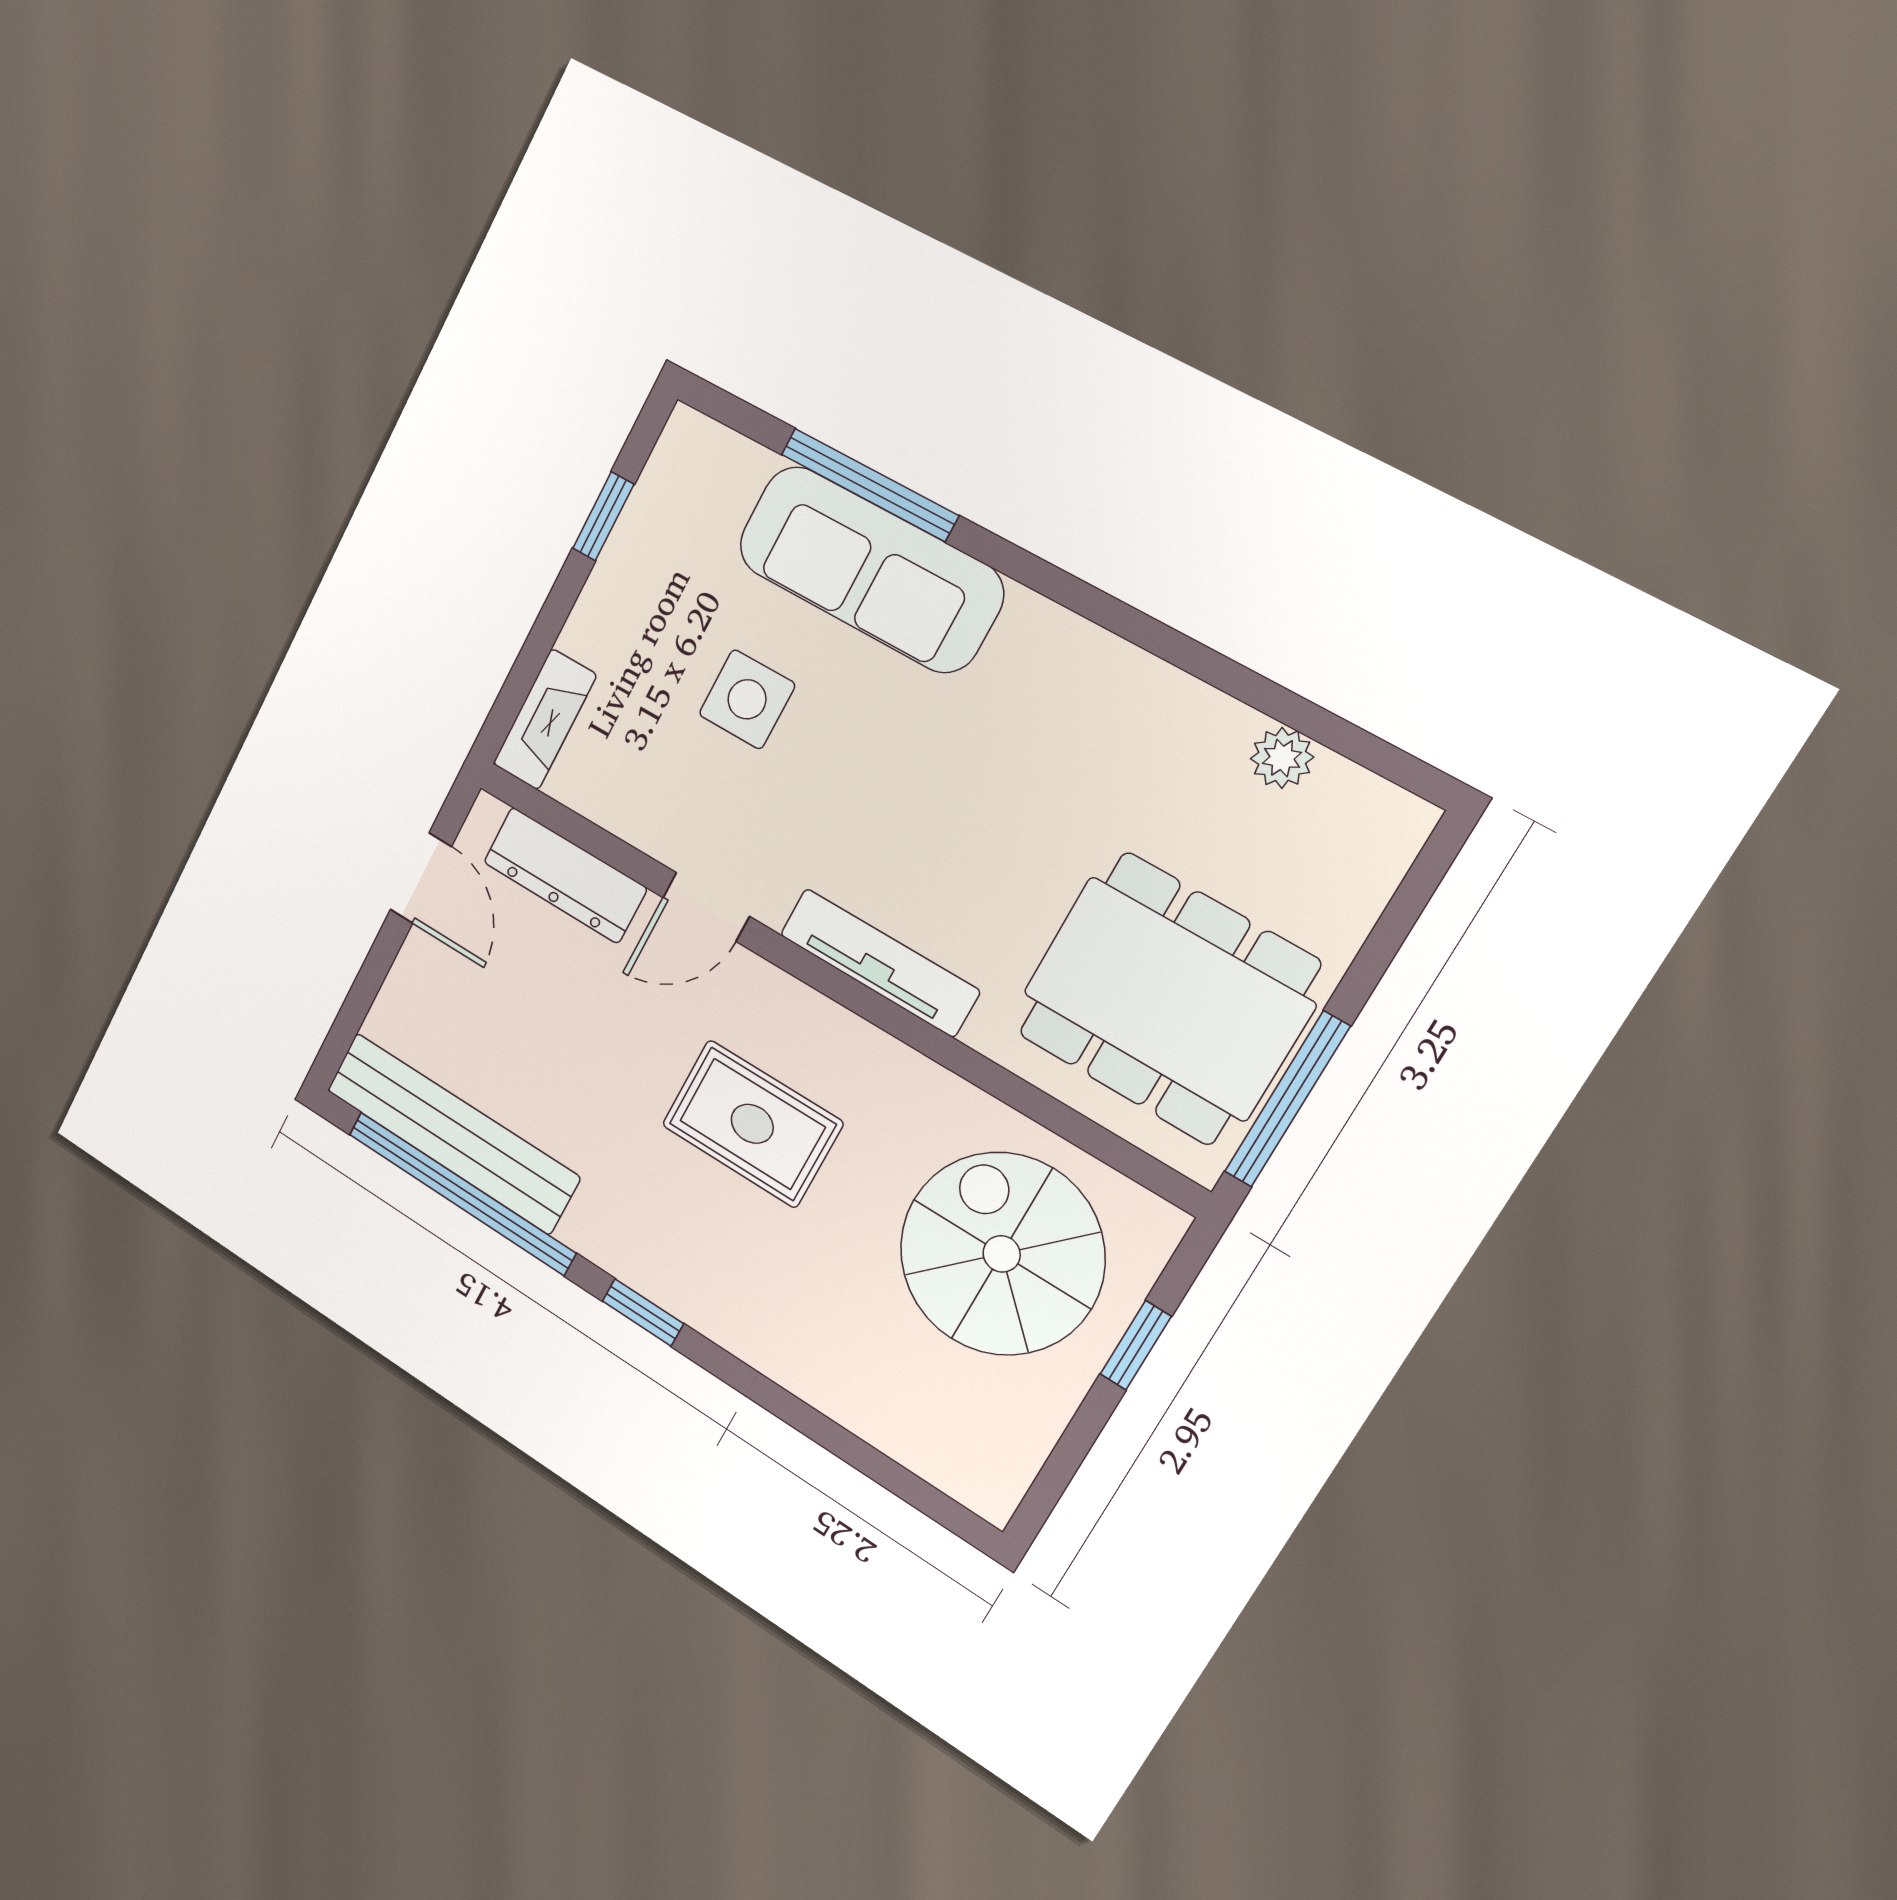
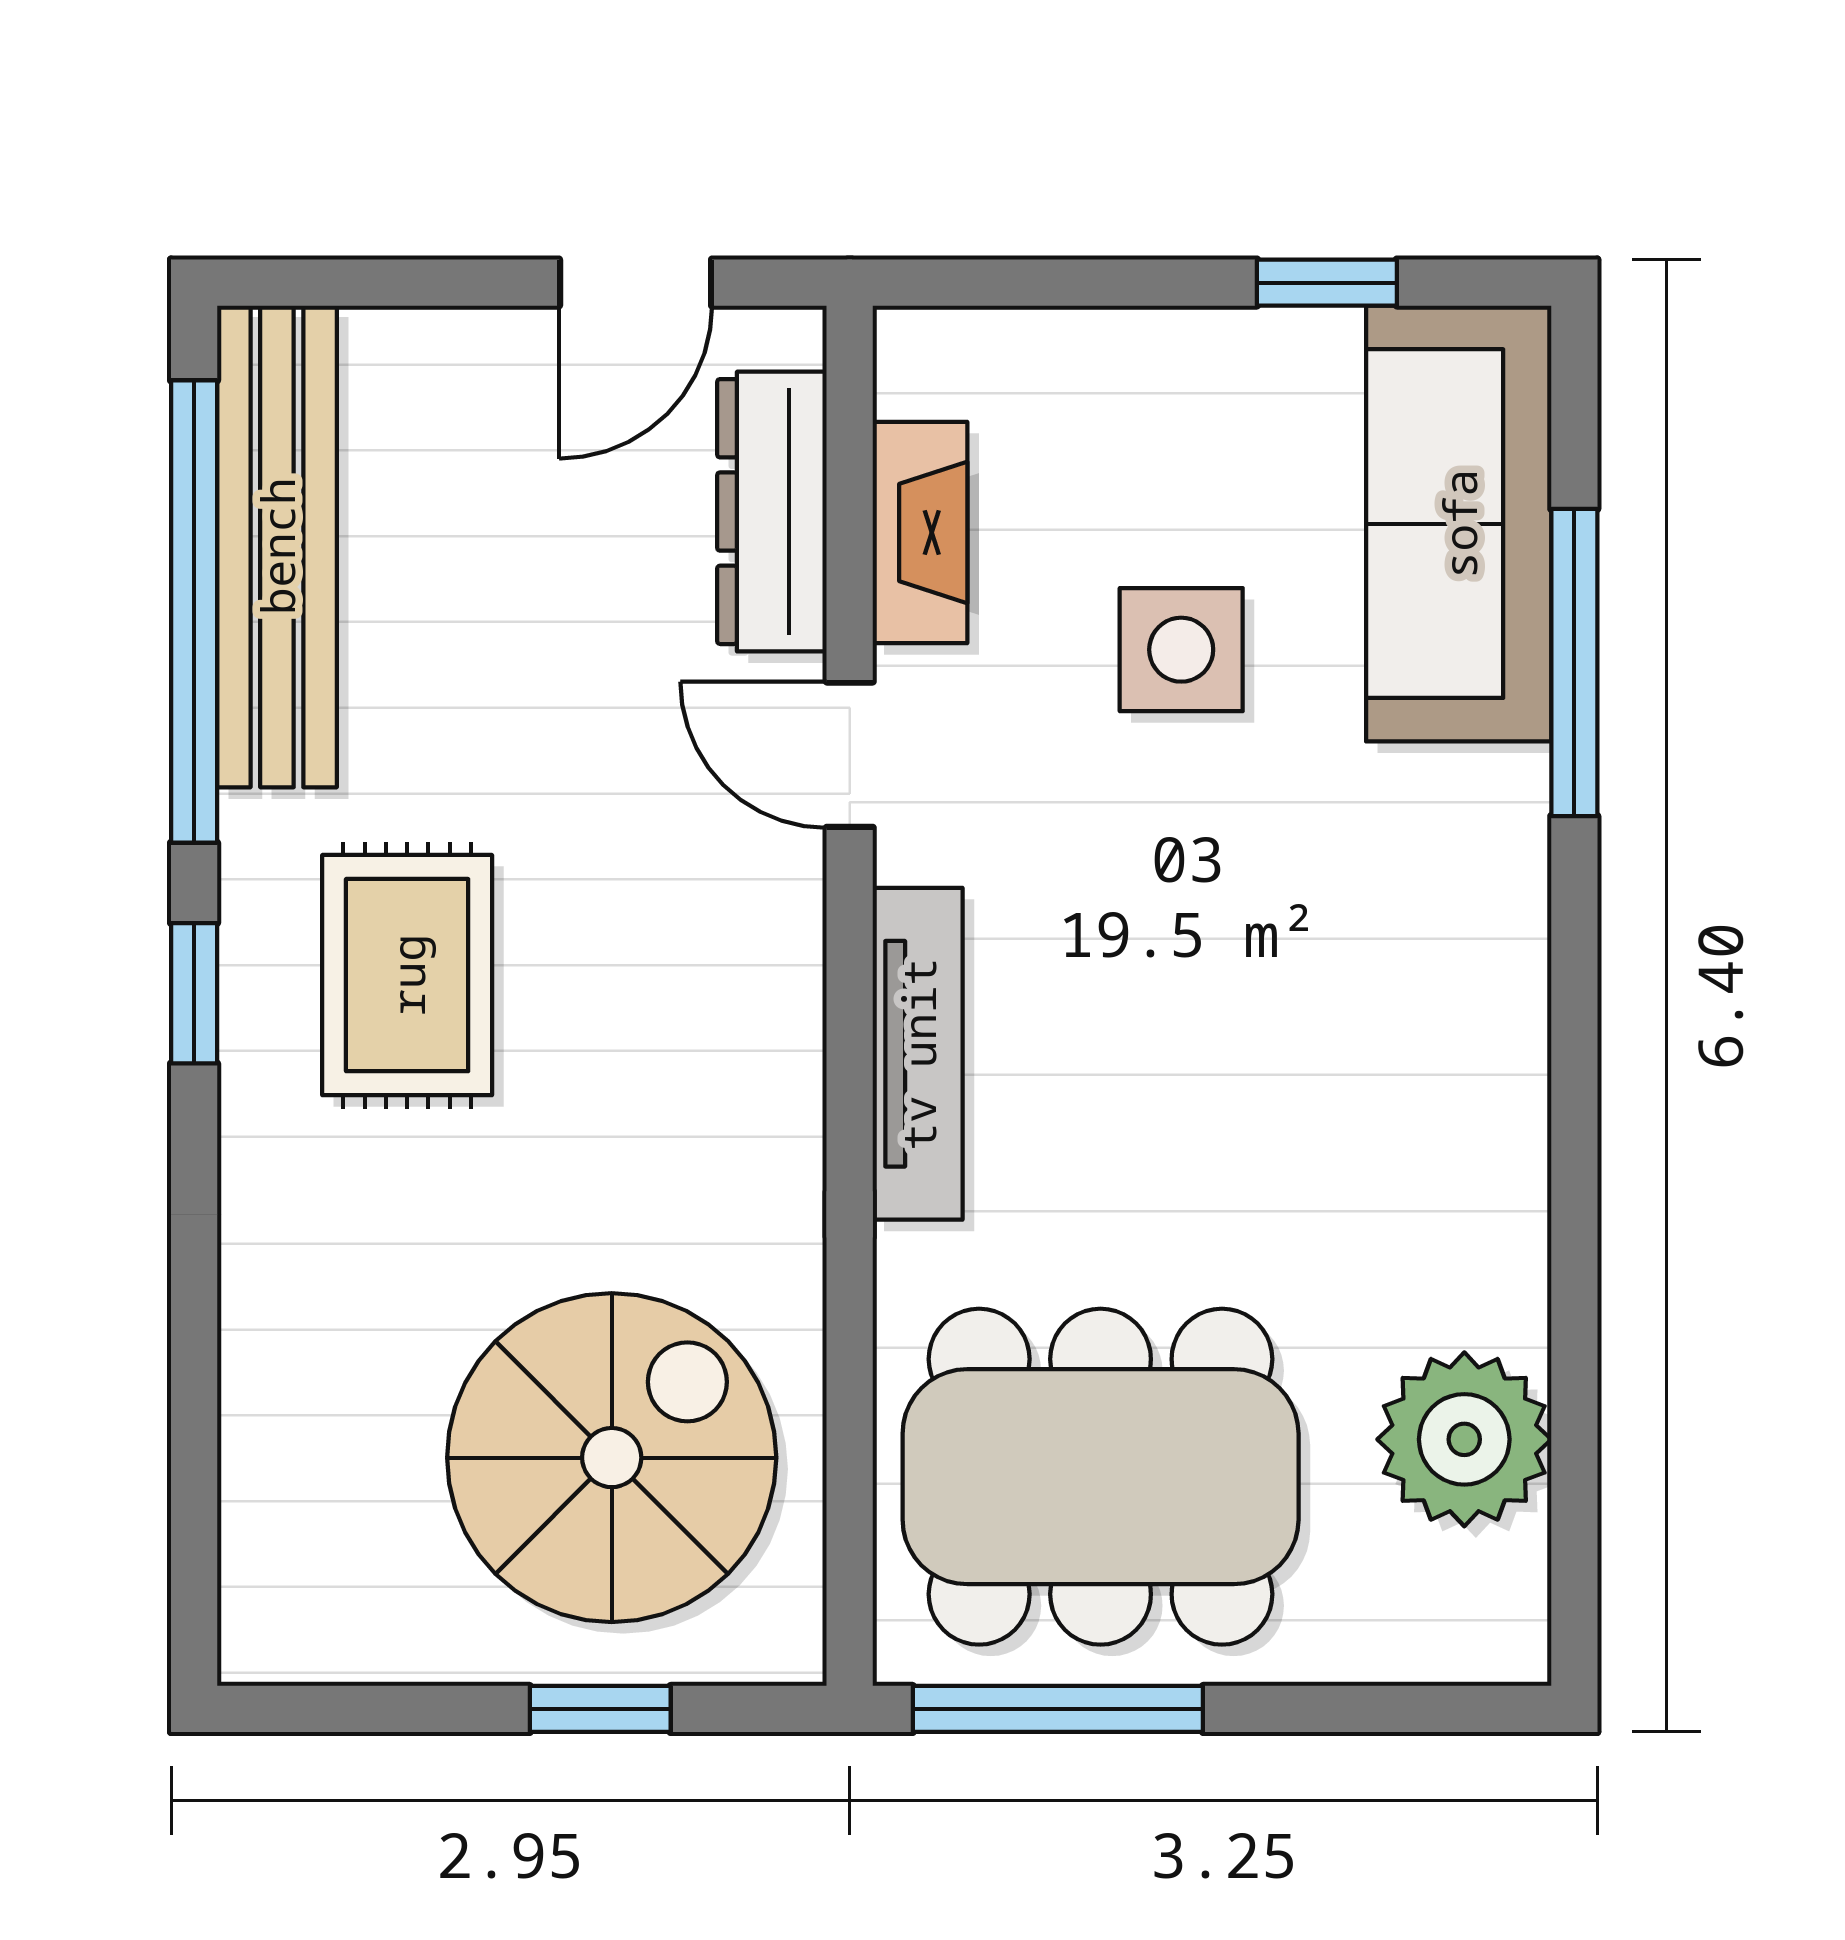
sofa: (870, 569) -> (1459, 524), moved
fireplace: (545, 719) -> (920, 533), moved, turned -90
plant: (1282, 758) -> (1464, 1439), width x1.87, depth x1.87
dining table: (1168, 999) -> (1101, 1477), turned 90
rug: (752, 1124) -> (407, 975), moved

